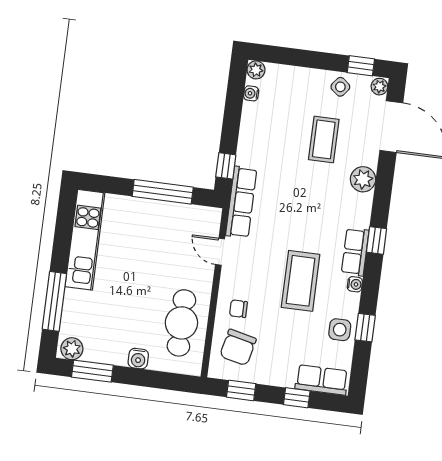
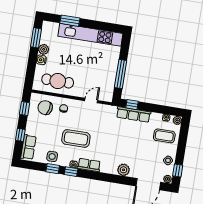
coffee table: (324, 139) -> (164, 136), moved
row of seats: (241, 202) -> (133, 114), moved
kitchen unit: (85, 240) -> (90, 35), width x1.36
window: (376, 240) -> (71, 172), moved
window: (54, 301) -> (70, 21), width x0.69
plant: (72, 349) -> (44, 49), moved

